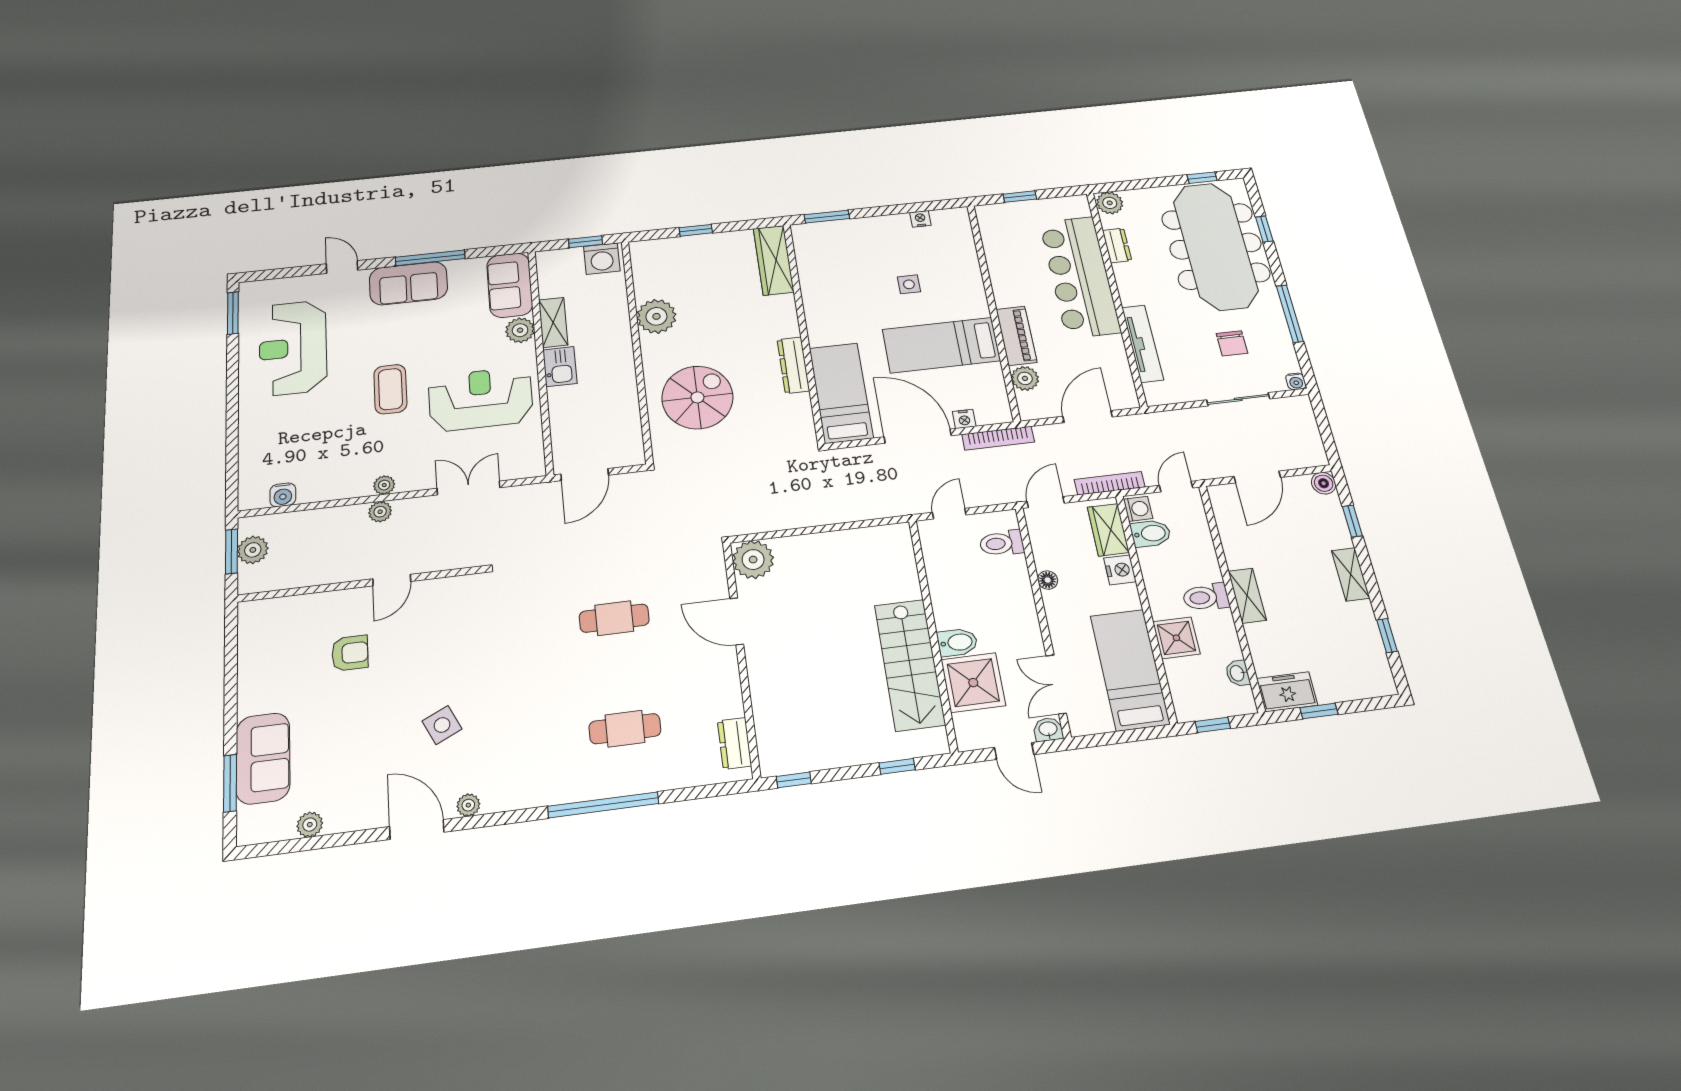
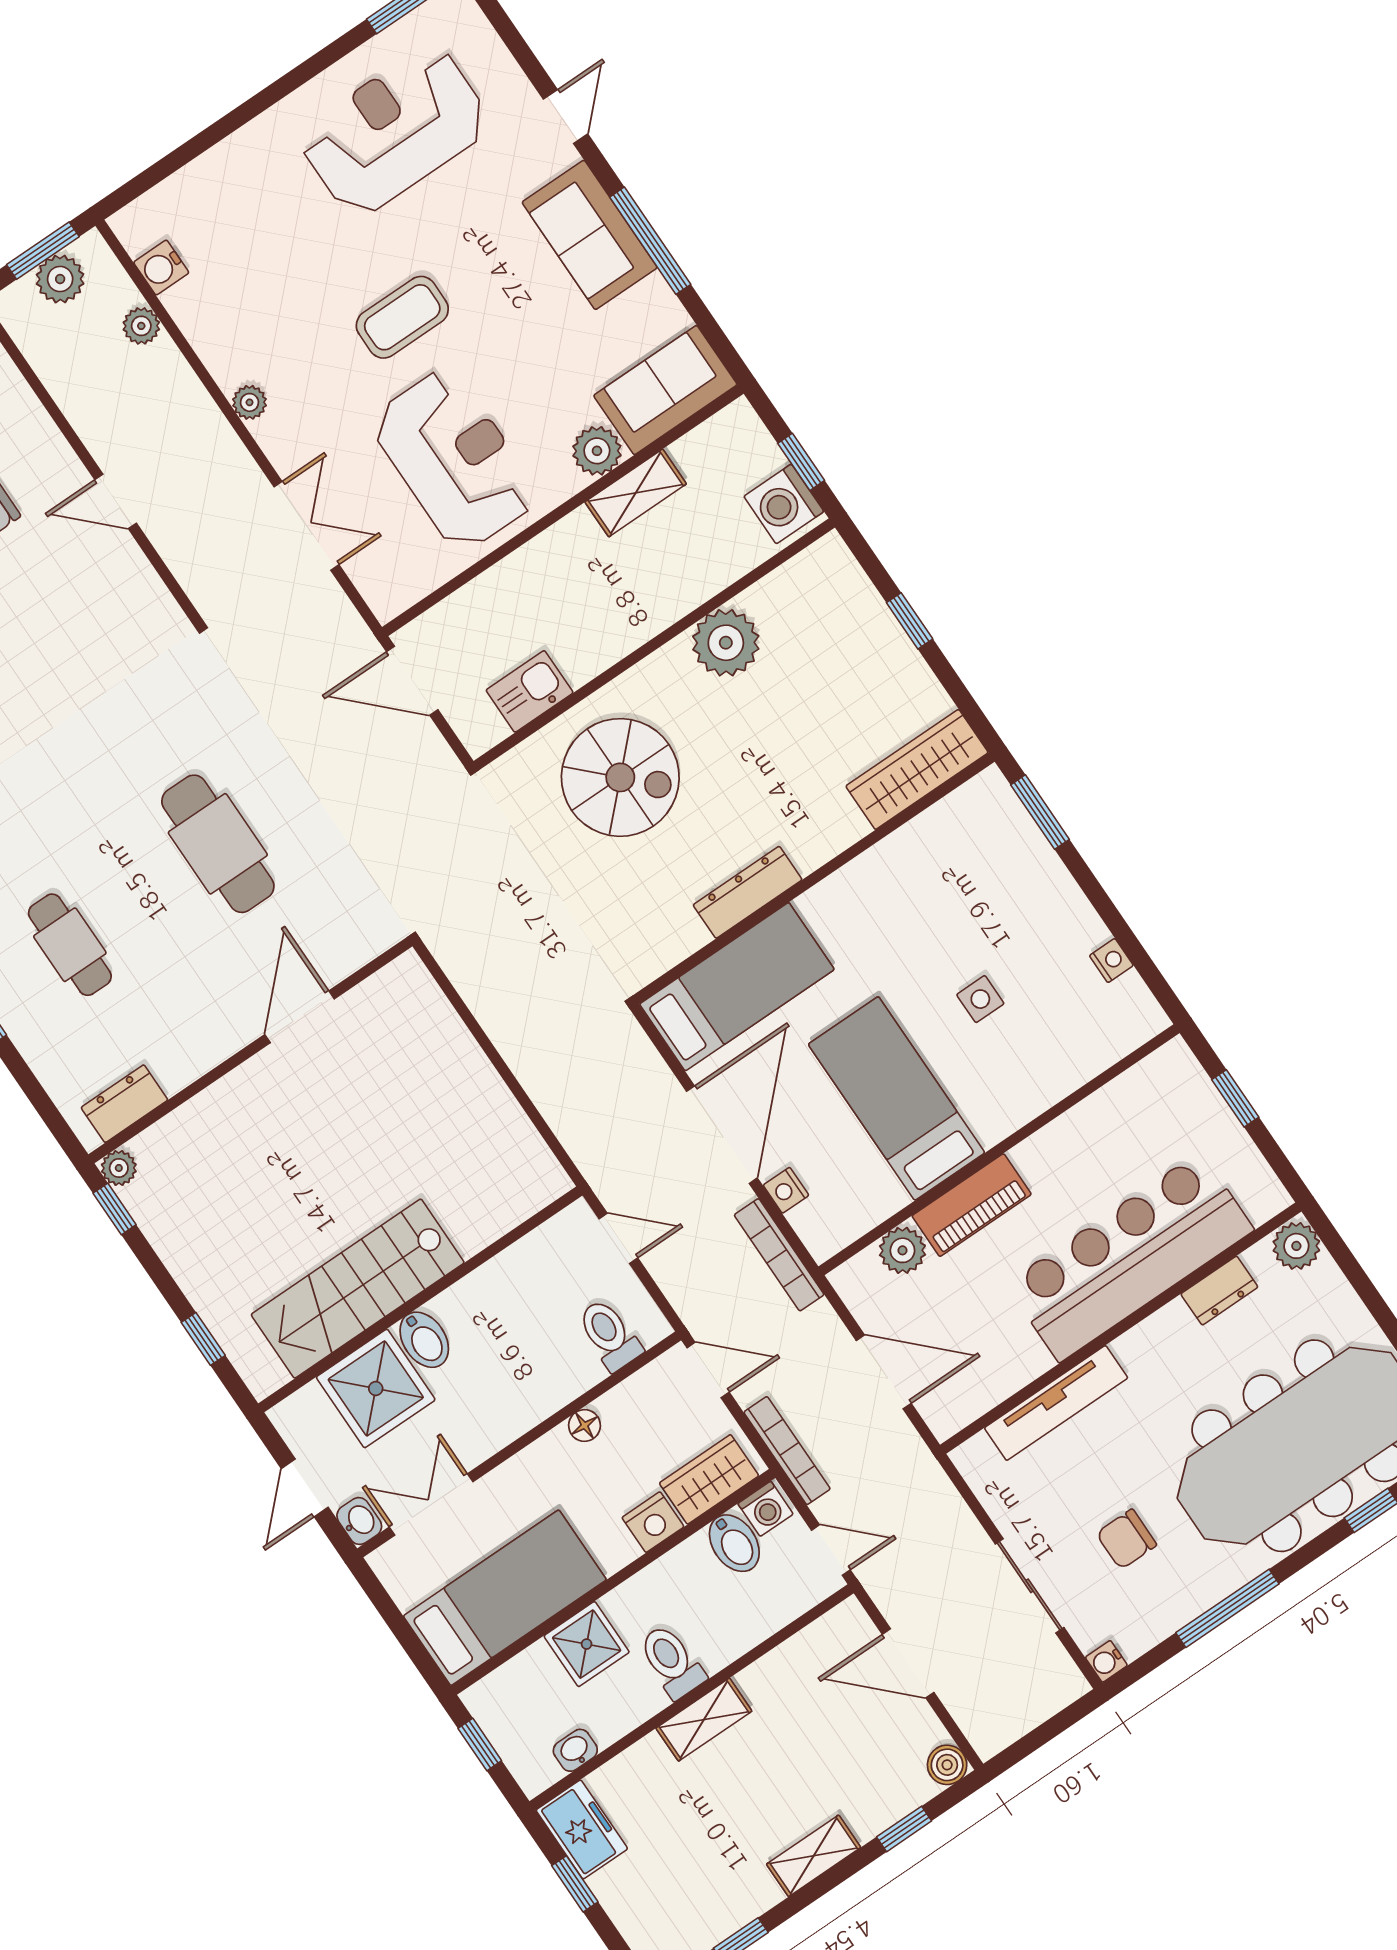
kitchen sink: (560, 367) -> (530, 691), moved, turned 180
plant: (380, 512) -> (141, 326), moved
plant: (753, 560) -> (119, 1168), moved, width x0.53, depth x0.53
cafe table: (614, 618) -> (218, 844), width x1.37, depth x1.35

